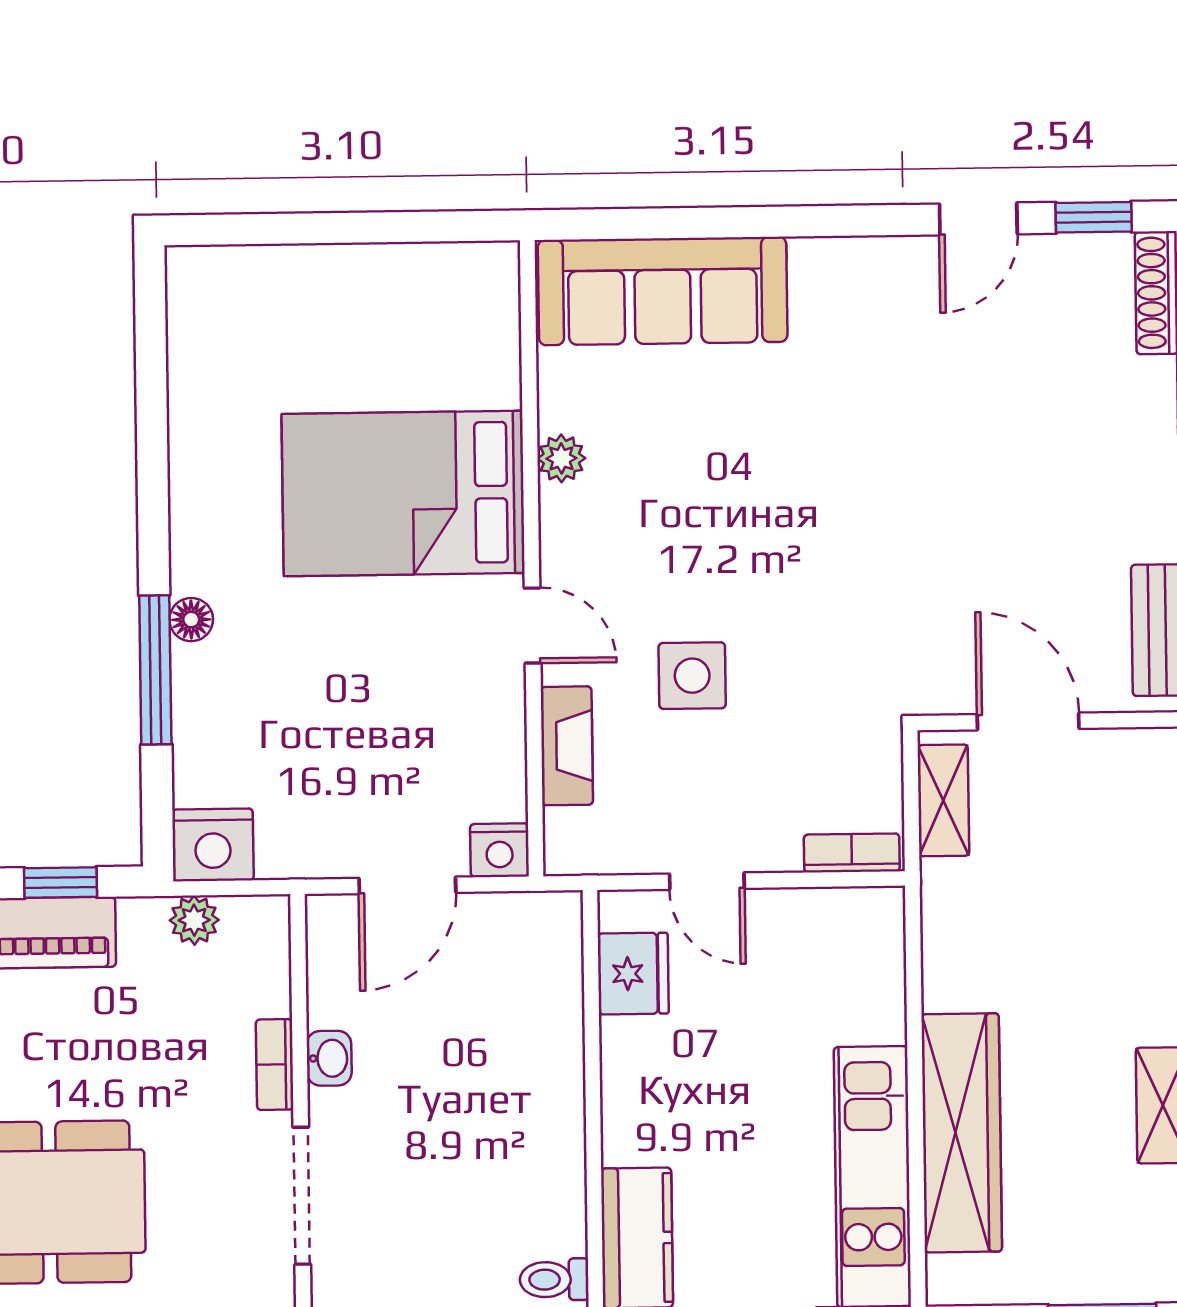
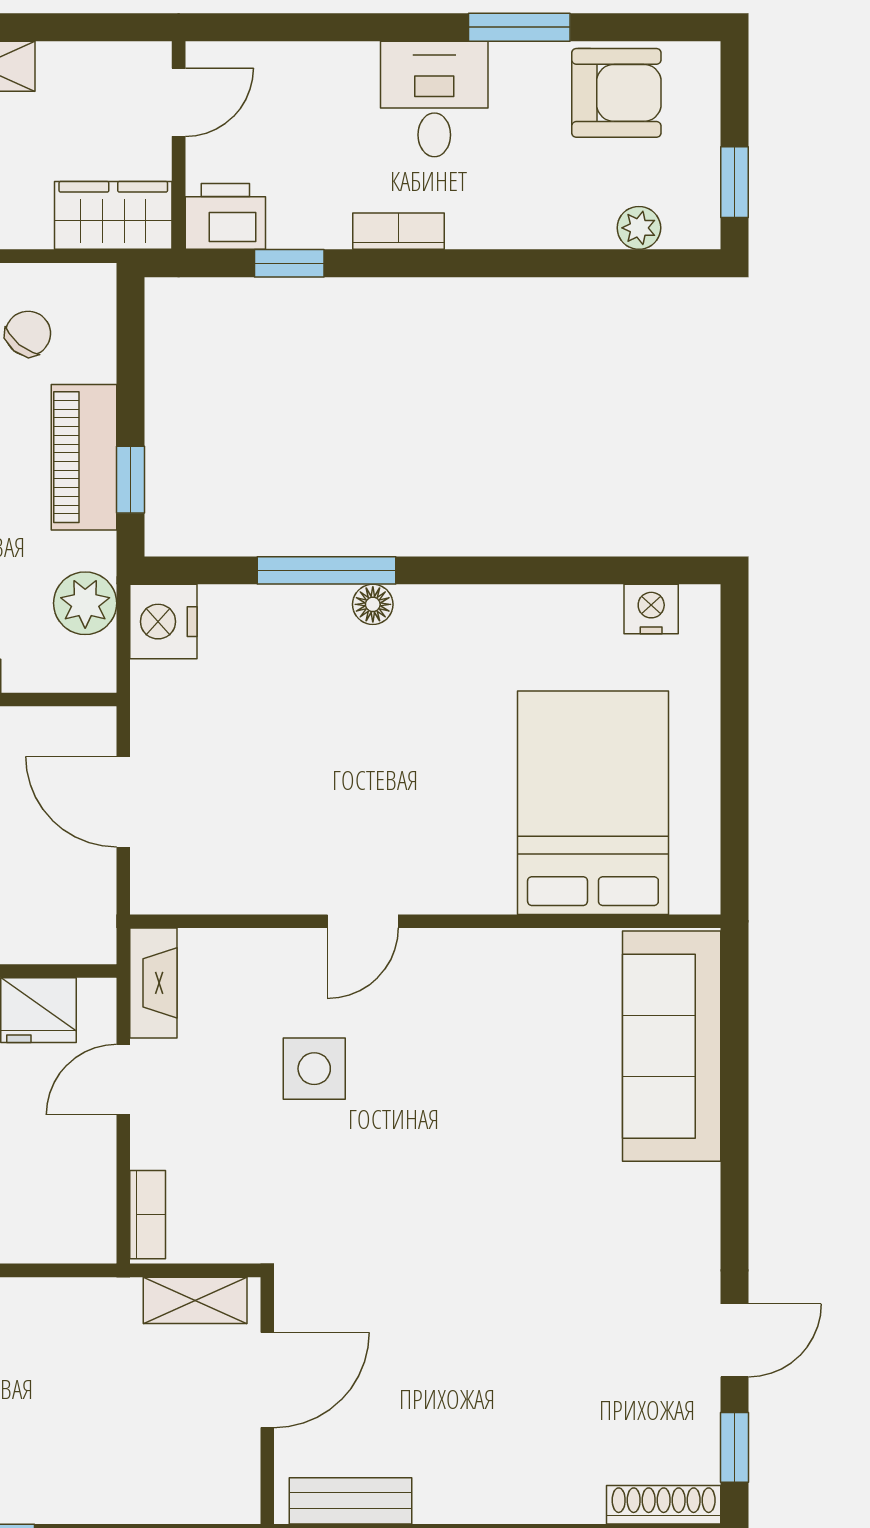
door: (978, 219) -> (735, 1340), swing flipped
plant: (561, 458) -> (518, 950), removed
bed: (403, 493) -> (593, 803), moved
fireplace: (567, 746) -> (153, 983), moved, turned -90
nightstand: (500, 850) -> (651, 609), moved, turned 90
plant: (194, 920) -> (85, 603), width x1.38, depth x1.38

